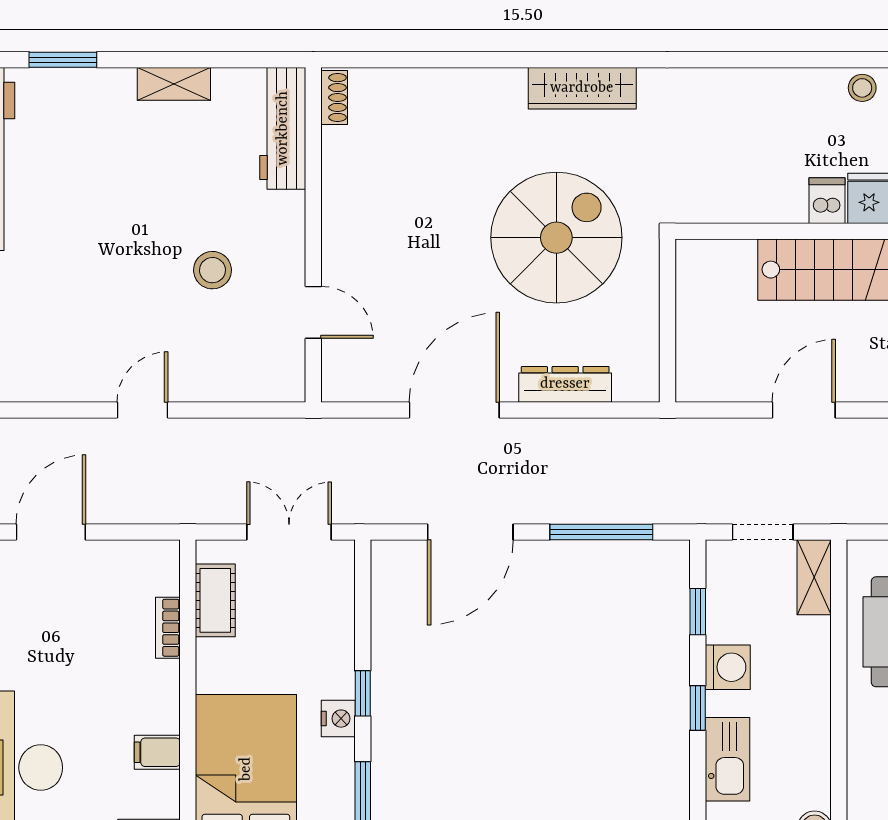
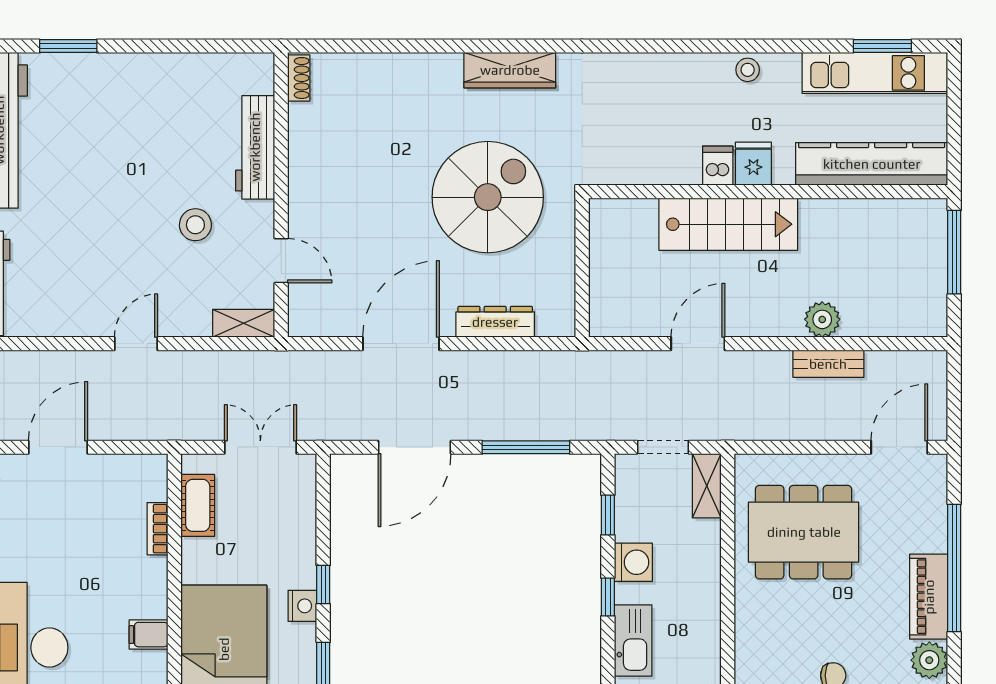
shelving: (174, 84) -> (244, 323), moved
workbench: (283, 128) -> (255, 147), moved

